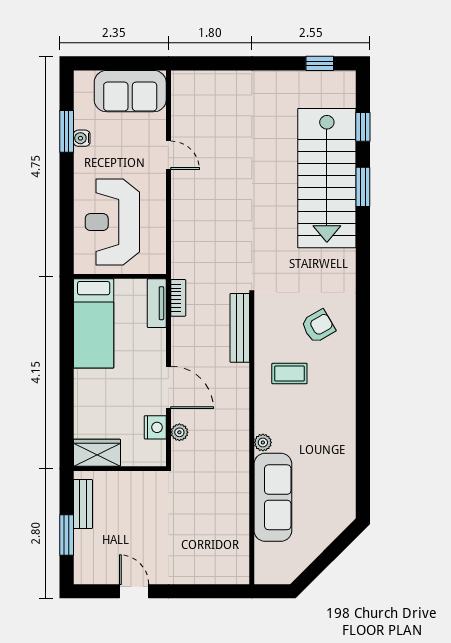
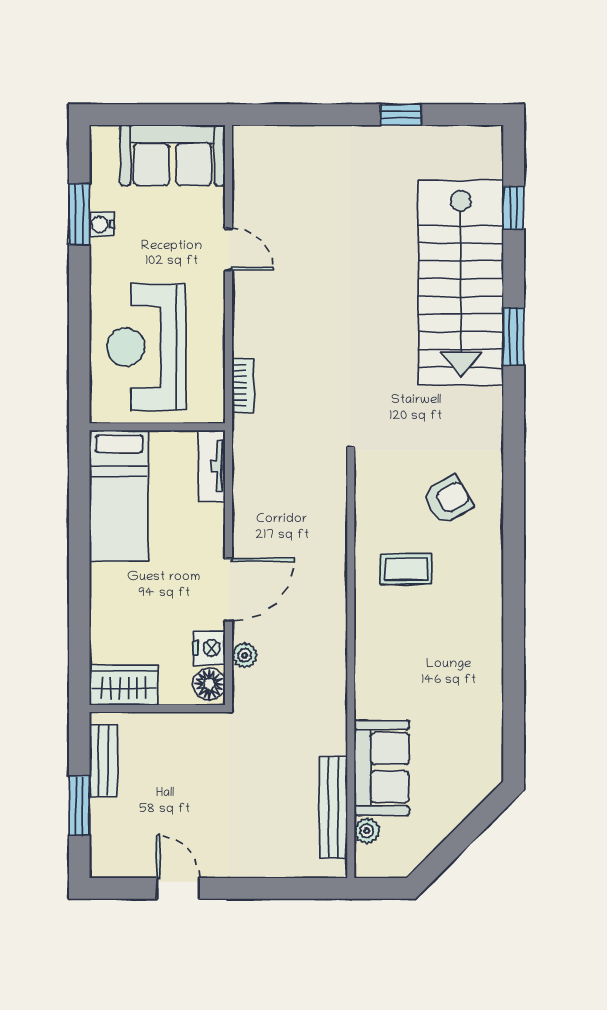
window: (320, 63) -> (401, 115), moved
window: (363, 187) -> (514, 336), moved
bookcase: (178, 298) -> (243, 385), moved
bench: (240, 328) -> (333, 807), moved
door: (168, 387) -> (229, 589), hinge flipped
plant: (263, 442) -> (367, 831), moved
floor lamp: (155, 452) -> (209, 684), added
sofa: (273, 497) -> (382, 768), width x0.73

